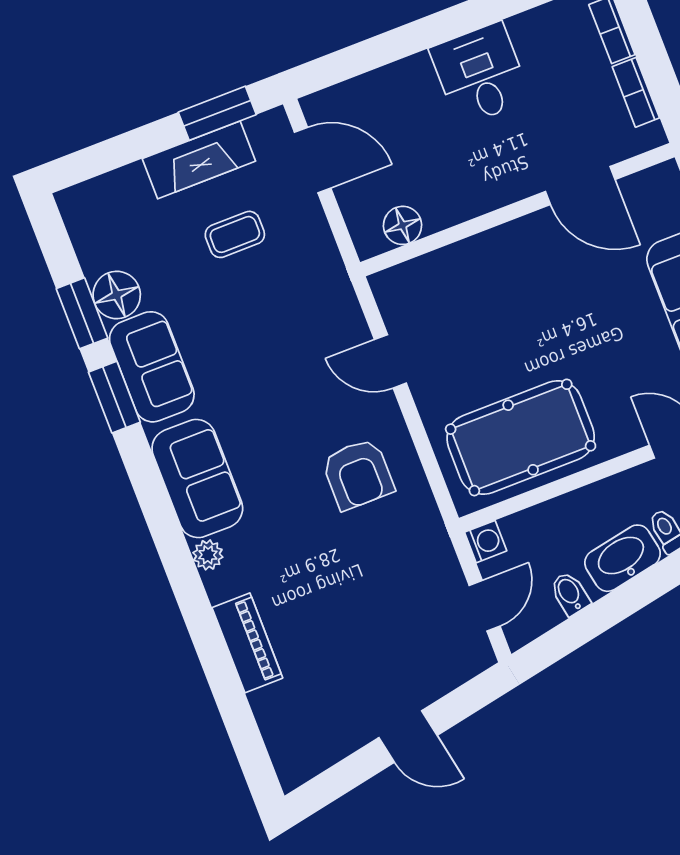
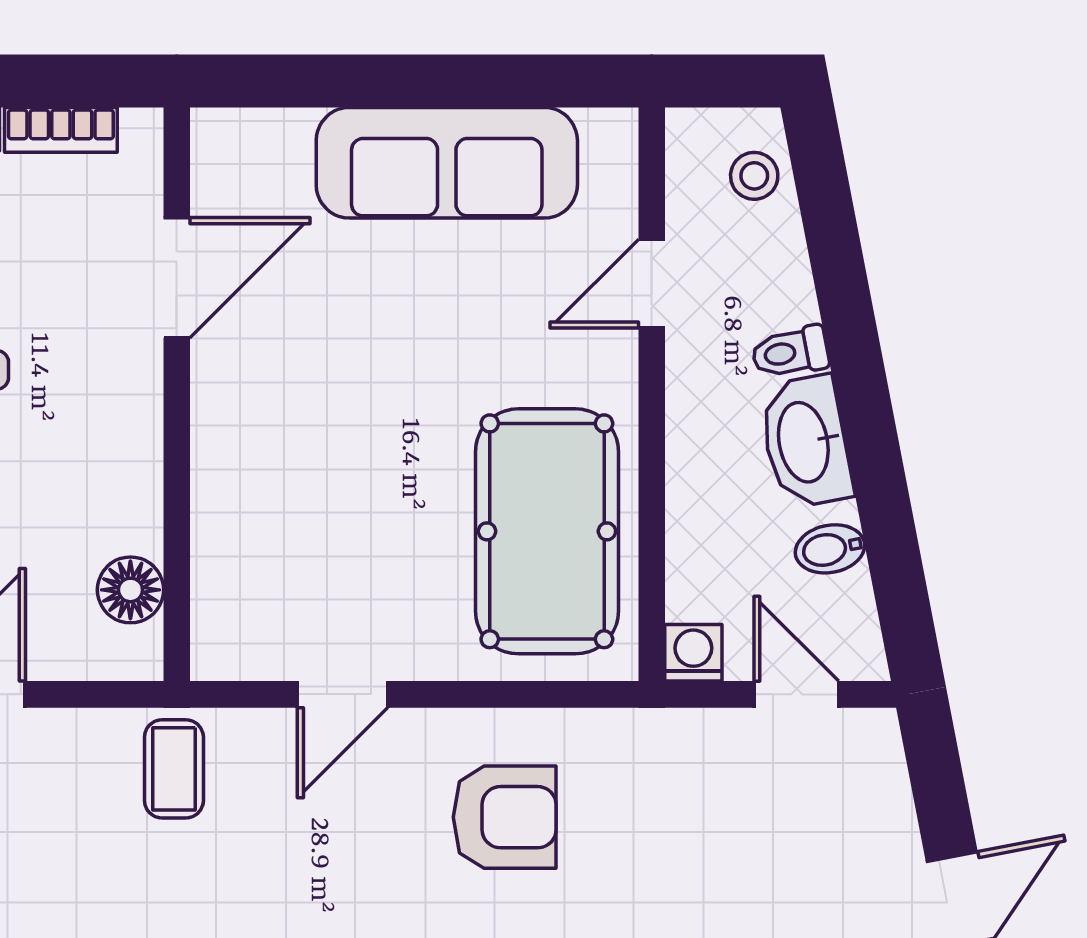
coffee table: (235, 234) -> (174, 769), moved

